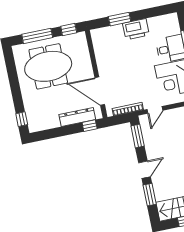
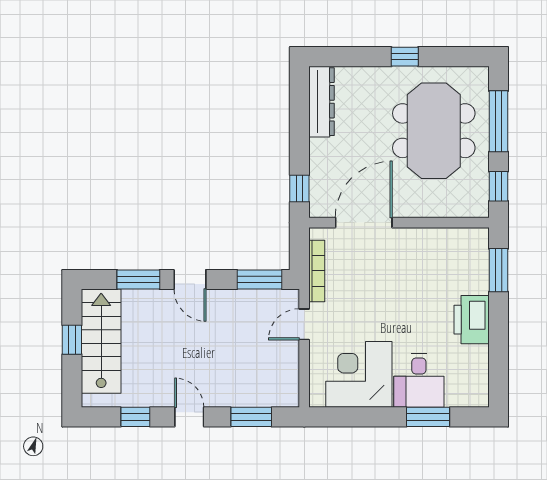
window: (120, 19) -> (499, 270), moved
door: (155, 110) -> (304, 324), hinge flipped
dresser: (77, 117) -> (322, 102), moved
window: (22, 119) -> (405, 57), moved

